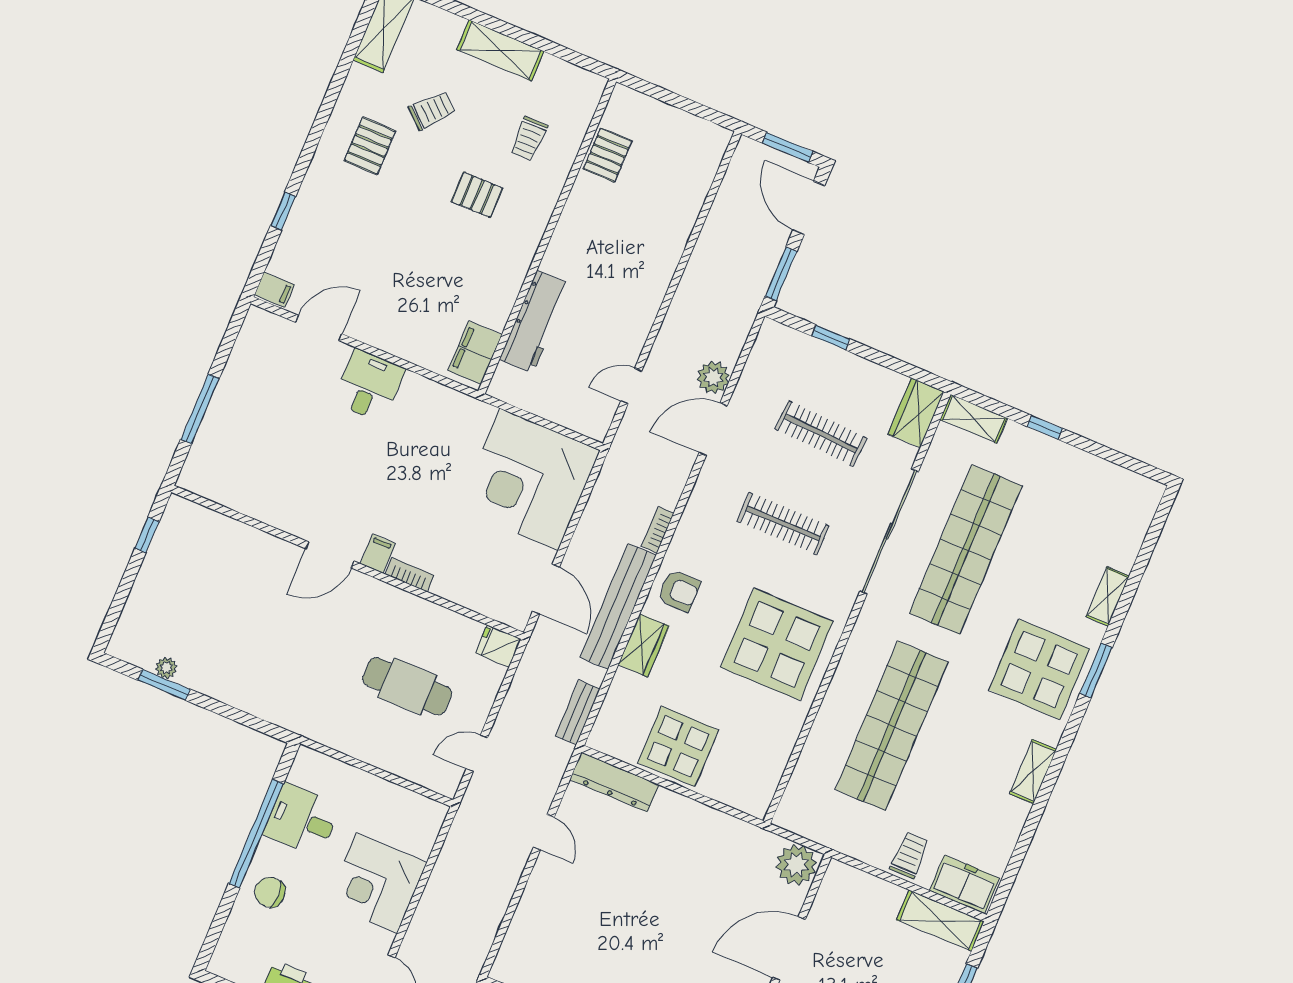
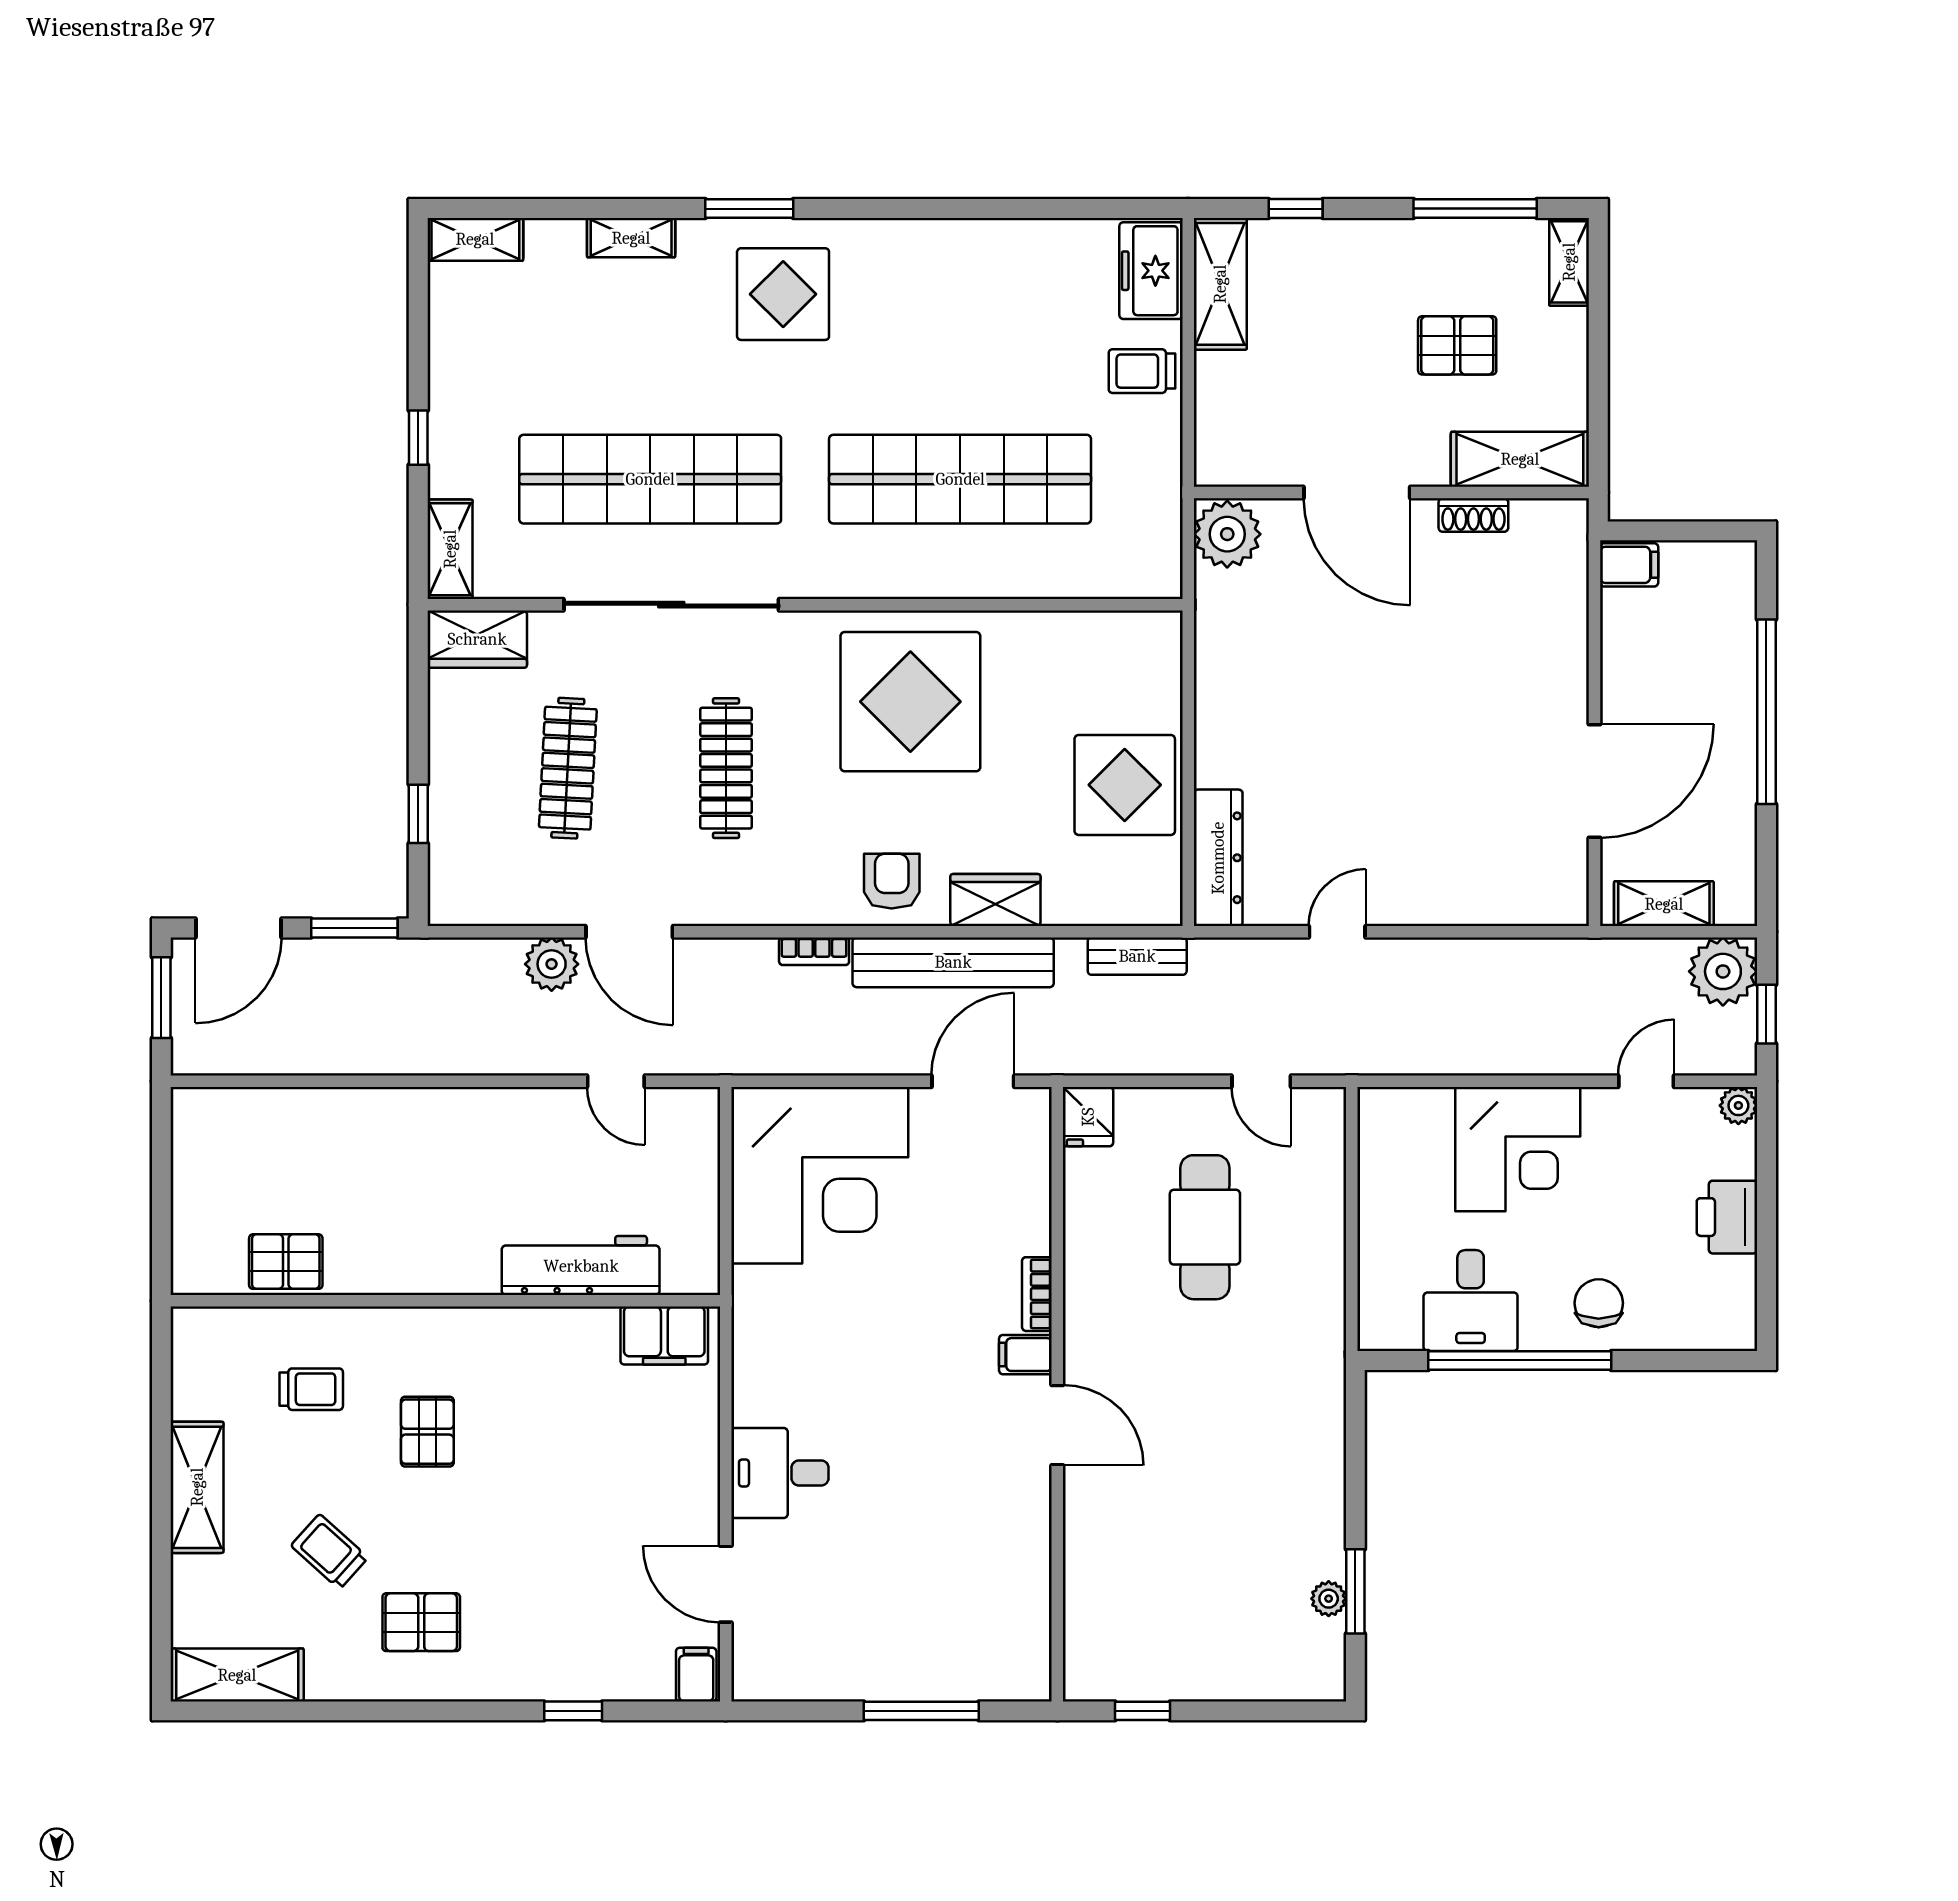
display table: (1039, 669) -> (783, 294), width x0.73, depth x0.73
shelving: (1033, 771) -> (475, 239), moved
chair: (270, 892) -> (1599, 1303), turned 180

